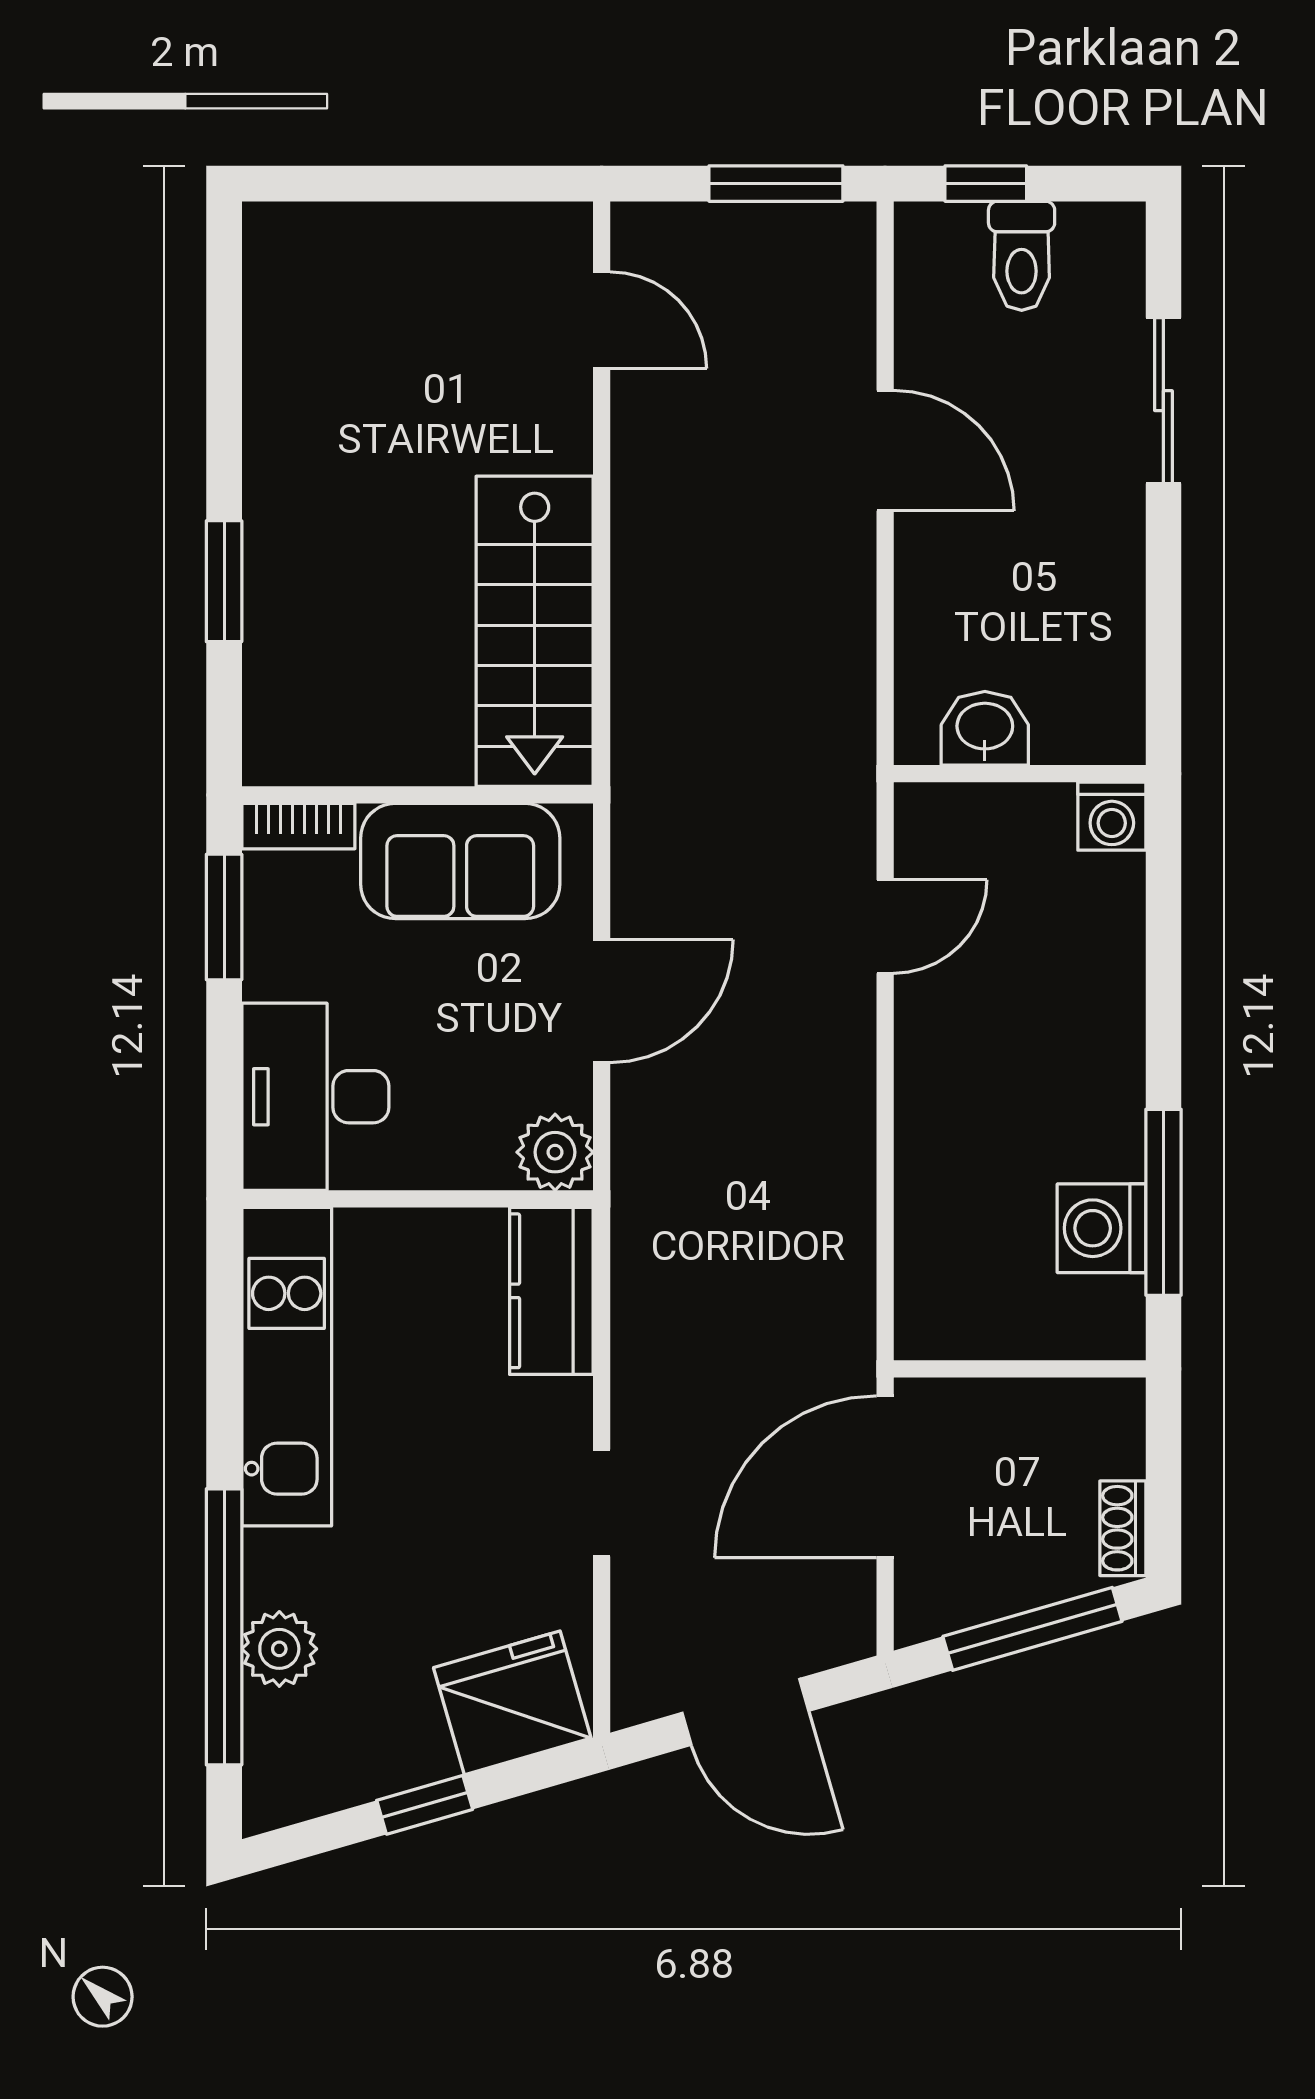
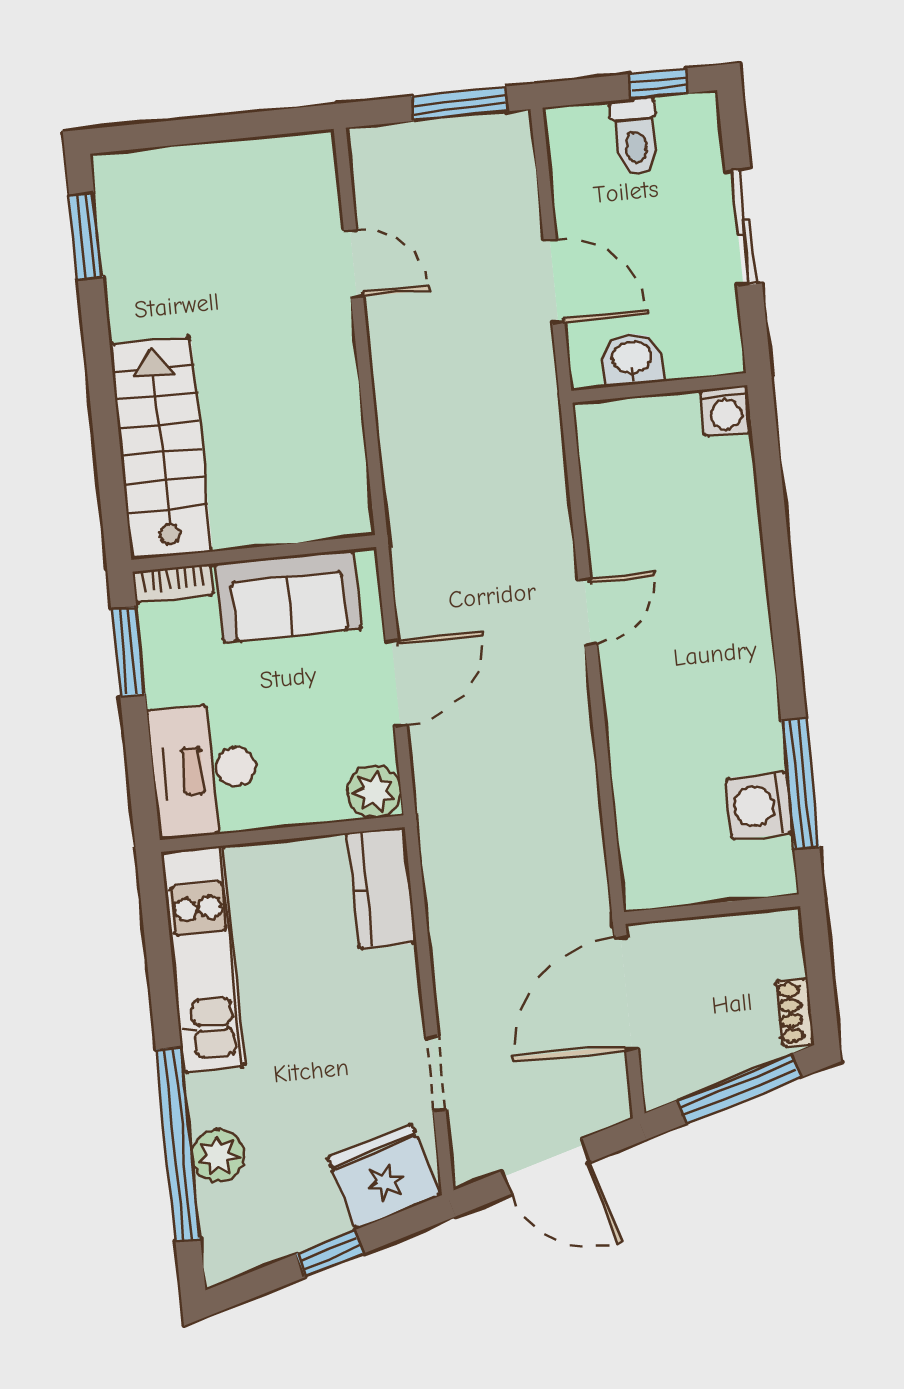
window: (986, 184) -> (658, 84), moved
door: (602, 320) -> (354, 264), moved
window: (224, 581) -> (86, 236), moved
stairs: (535, 631) -> (161, 448), moved, turned 180
washbasin: (985, 728) -> (632, 359), moved
wall: (1020, 774) -> (659, 388), moved
washing machine: (1112, 816) -> (726, 411), moved
doorway: (602, 1503) -> (436, 1074), moved

